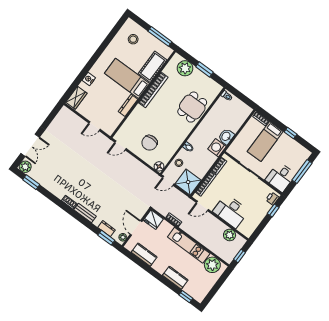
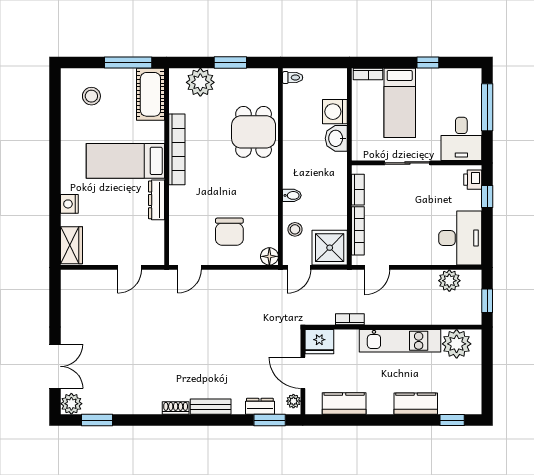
cot: (153, 67) -> (150, 94), moved
washing machine: (217, 148) -> (335, 112), moved
desk: (231, 211) -> (460, 238), moved, turned -90

